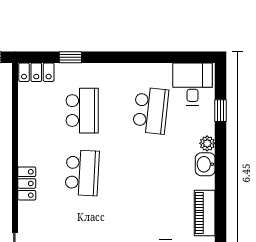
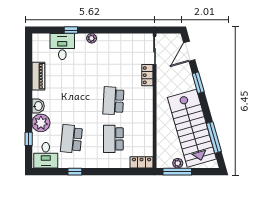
window: (70, 57) -> (75, 172), moved
plant: (207, 143) -> (41, 123), width x1.87, depth x1.87
locker: (27, 183) -> (147, 75), moved

